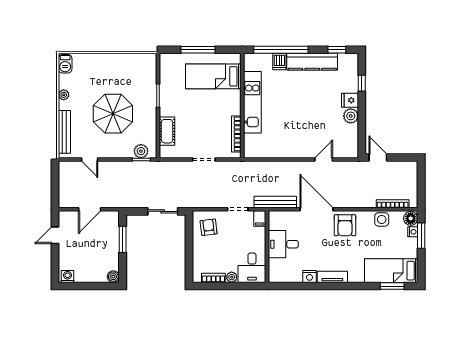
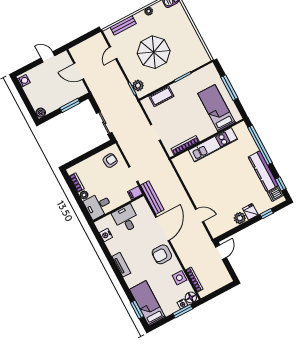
dishwasher: (279, 62) -> (275, 194), moved
bench: (64, 132) -> (123, 25), width x0.73
nightstand: (310, 276) -> (106, 235), moved

